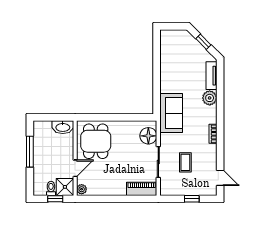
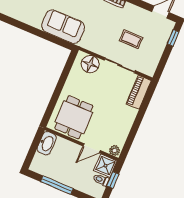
sofa: (171, 113) -> (63, 27), moved
dining table: (96, 141) -> (74, 117), turned 90
door: (75, 168) -> (92, 148), swing flipped
window: (192, 199) -> (173, 38), moved

